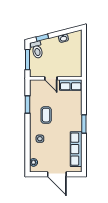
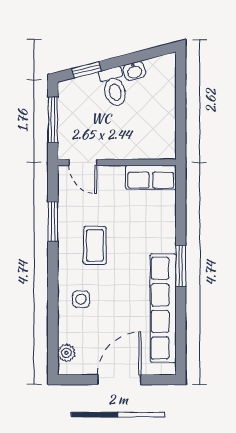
toilet: (37, 50) -> (114, 87), moved
door: (51, 78) -> (83, 162), moved
row of seats: (76, 149) -> (163, 308), width x1.36
door: (57, 174) -> (119, 380), swing flipped

